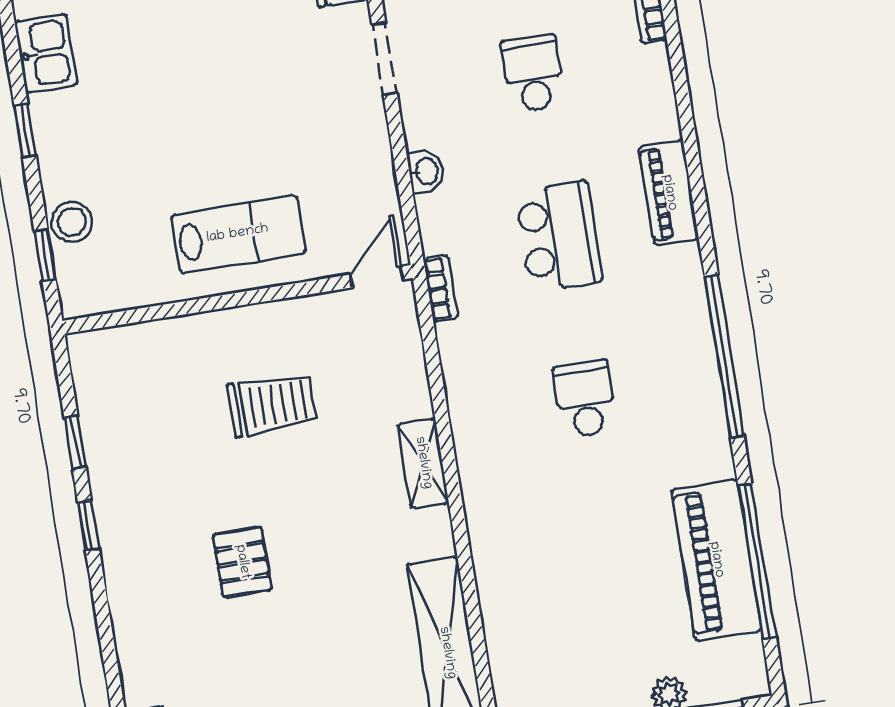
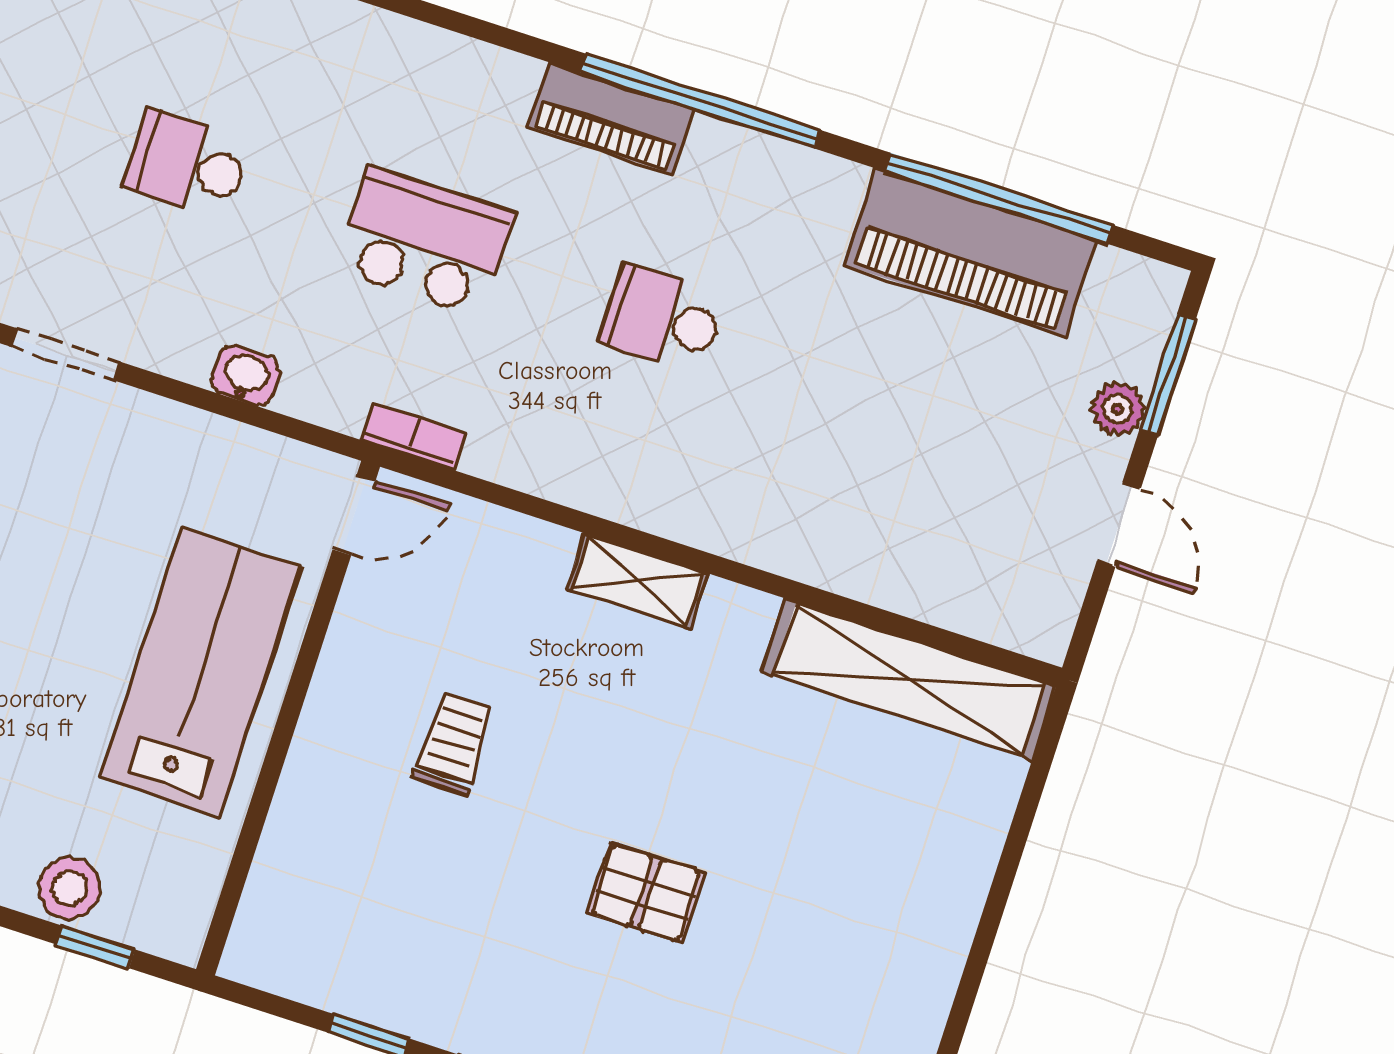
piano: (669, 193) -> (610, 118), moved
lab bench: (238, 234) -> (201, 672), width x1.36, depth x1.39
door: (377, 277) -> (354, 515), swing flipped
trolley: (272, 405) -> (454, 744), width x0.73, depth x0.72

